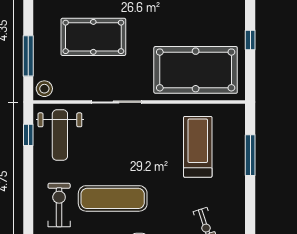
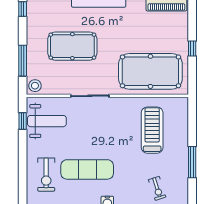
weight bench: (60, 135) -> (47, 121), turned -90
window: (250, 155) -> (192, 162), moved
exercise bike: (59, 205) -> (46, 175), turned 180

